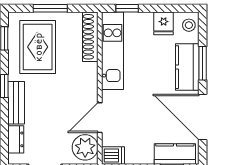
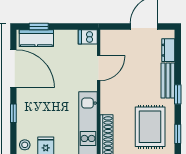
window: (203, 63) -> (13, 113), width x0.67
kitchen counter: (187, 67) -> (26, 110), removed
plant: (85, 147) -> (111, 44), removed

